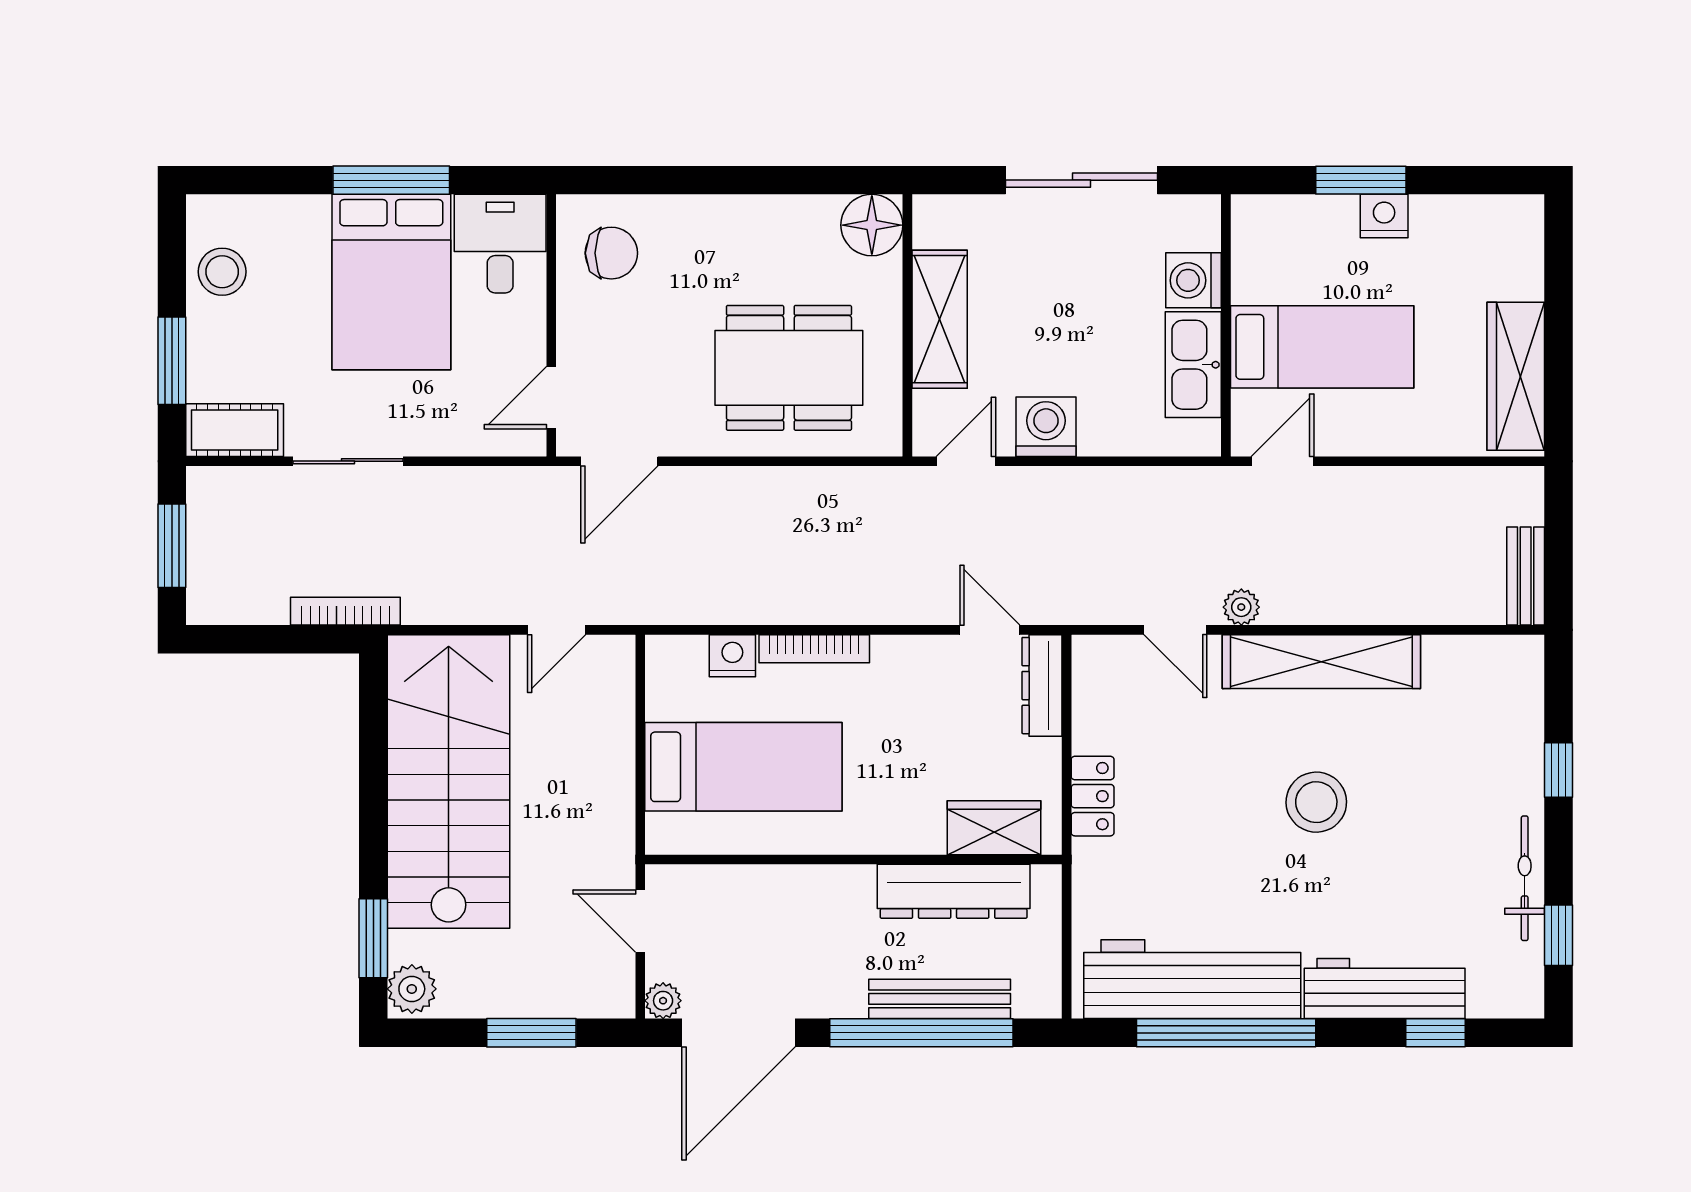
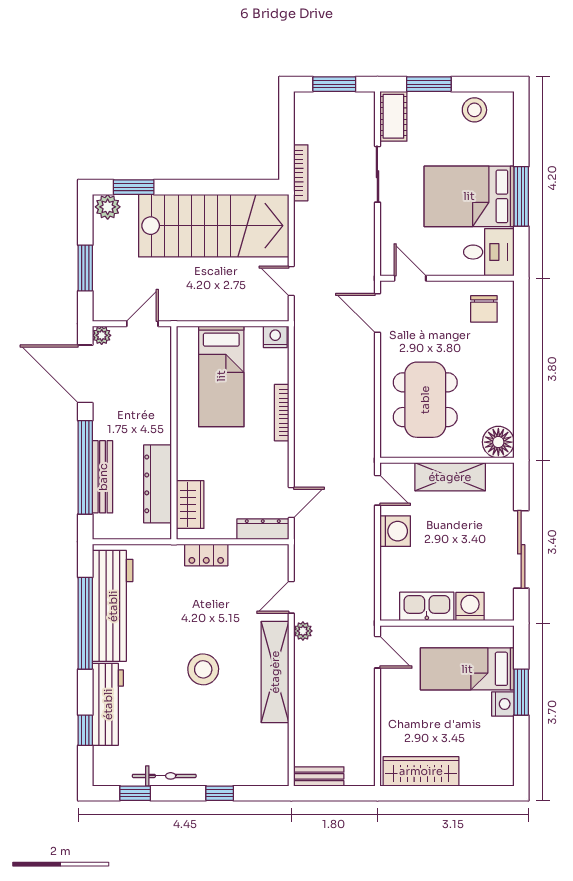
bed: (1322, 347) -> (467, 669), moved, turned 90
nightstand: (732, 656) -> (275, 337), moved, turned -90

